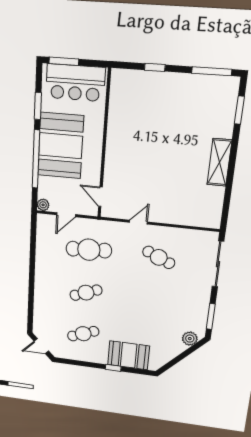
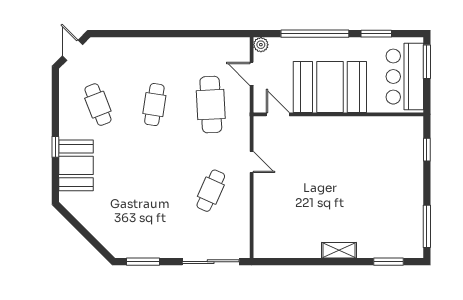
window: (155, 67) -> (427, 150), moved
booth: (61, 146) -> (330, 87), moved
shelving: (219, 162) -> (339, 250), width x0.67, depth x0.75
door: (100, 197) -> (278, 114), hinge flipped
cafe table: (86, 293) -> (154, 105), turned 30
plant: (190, 339) -> (110, 240), removed

